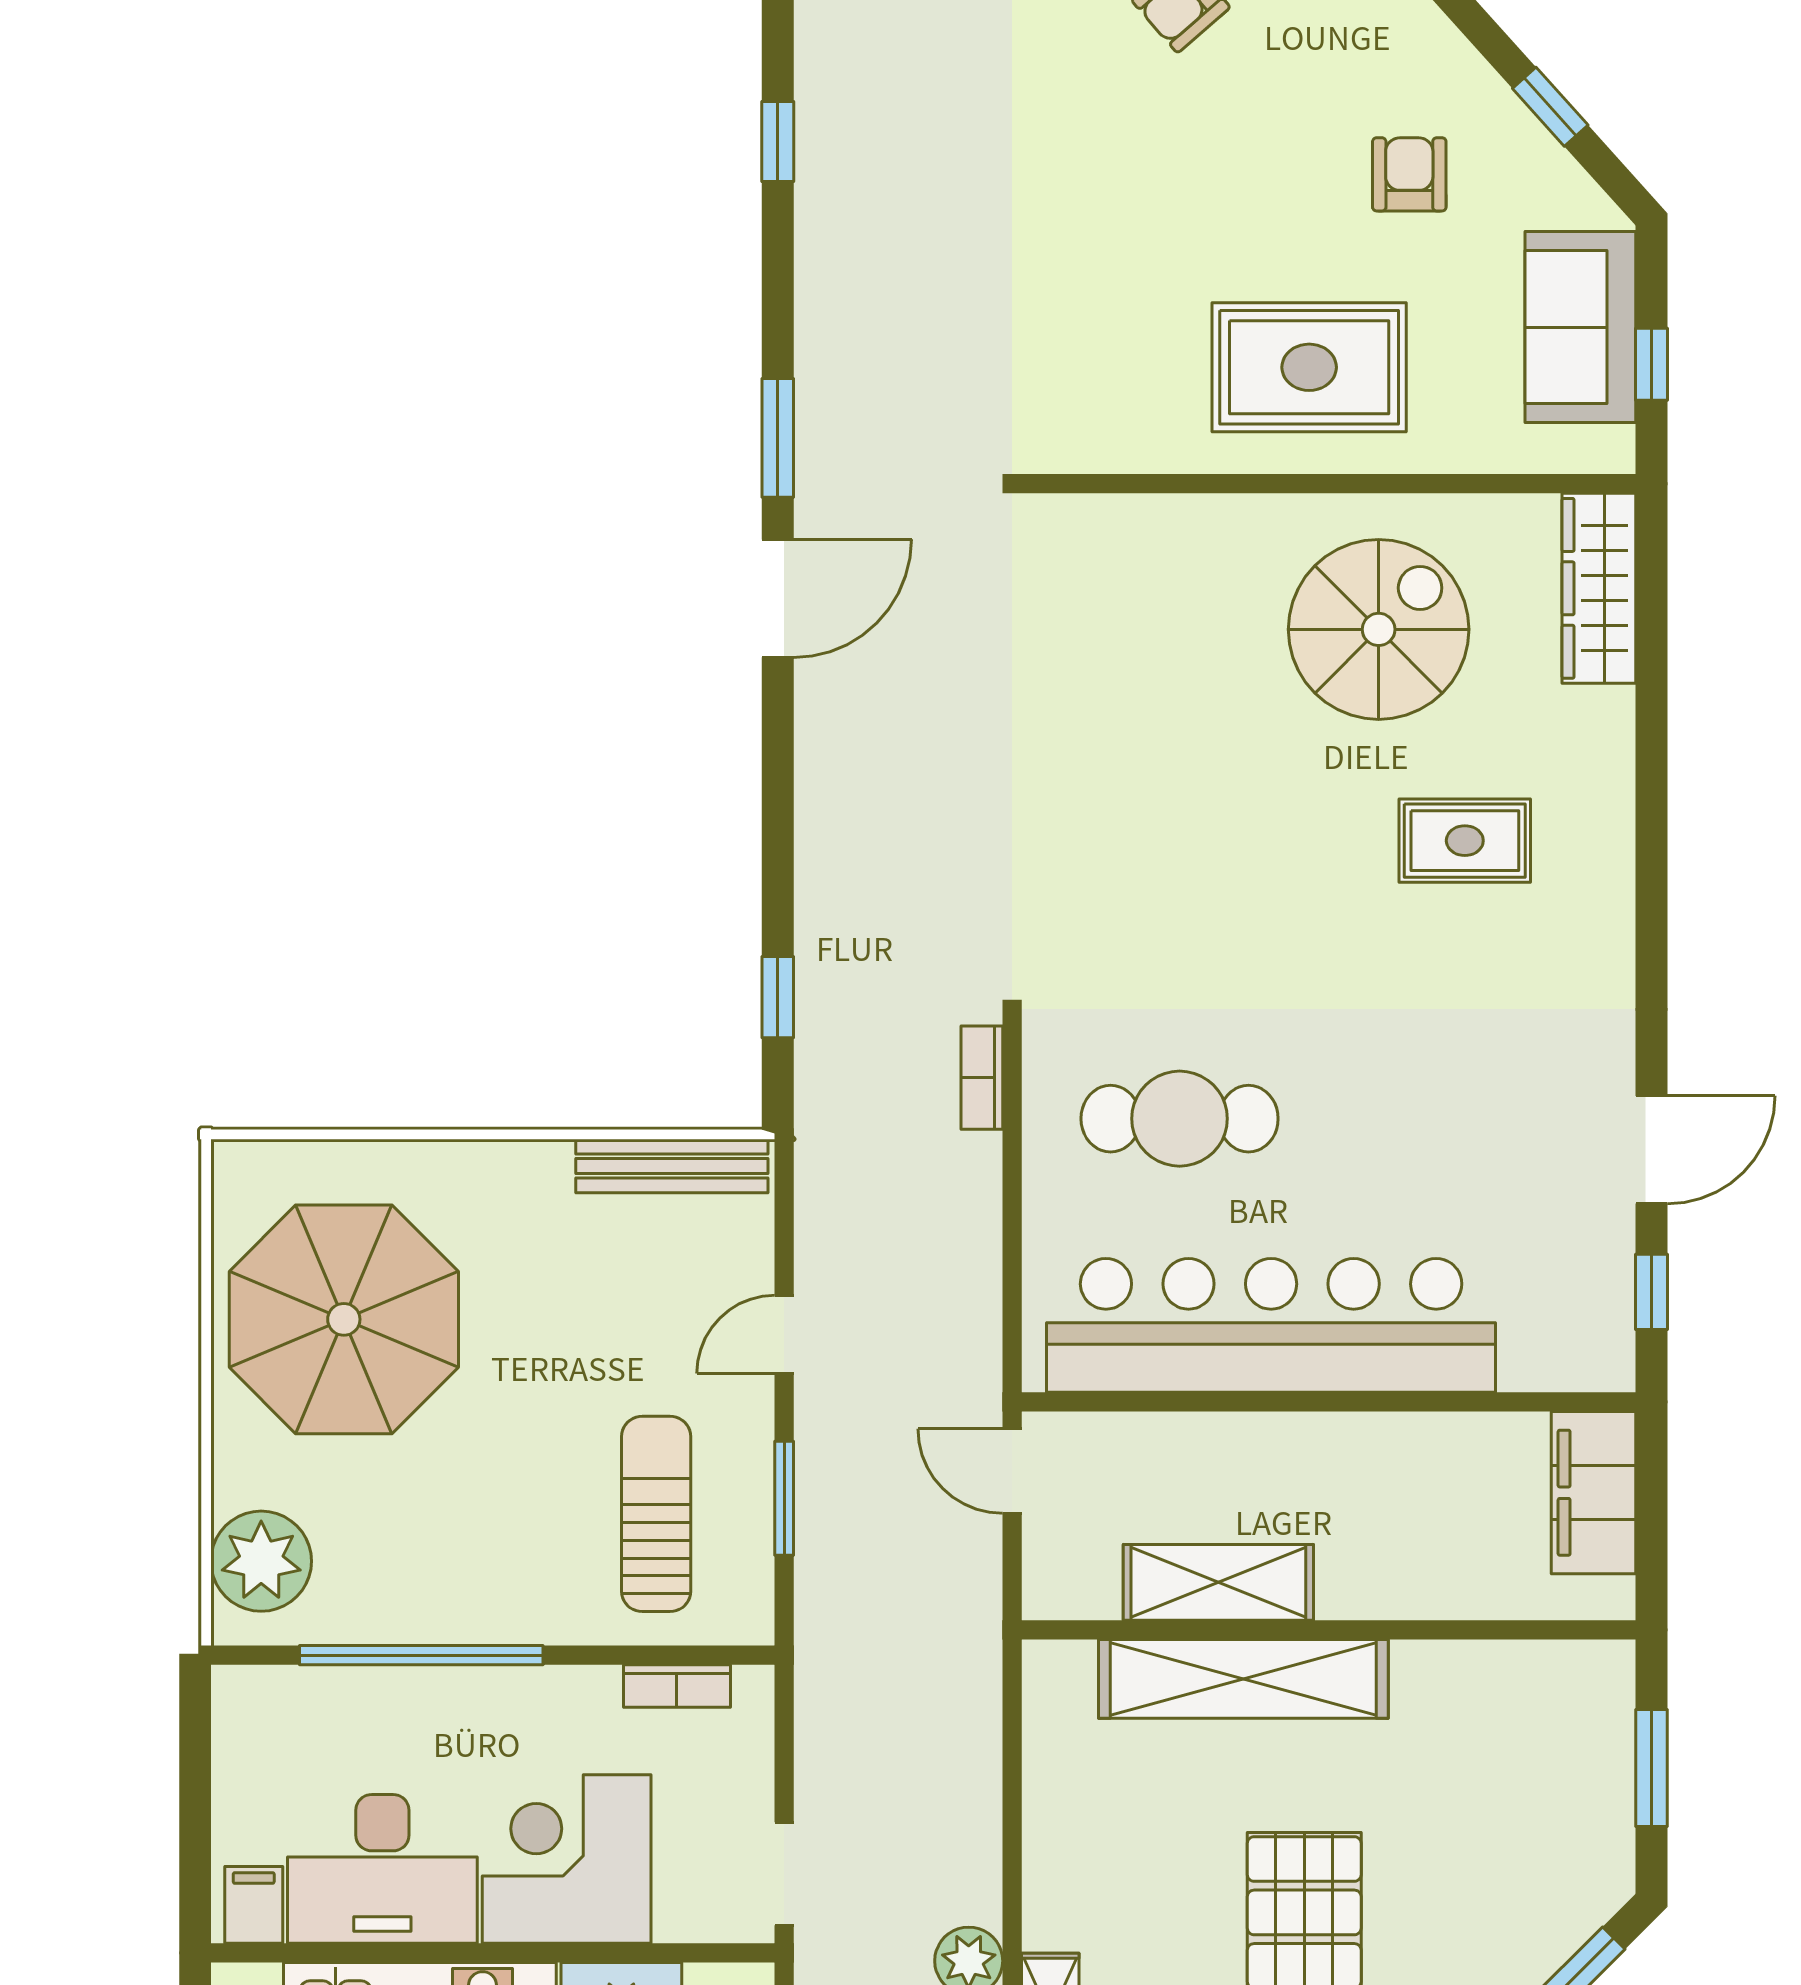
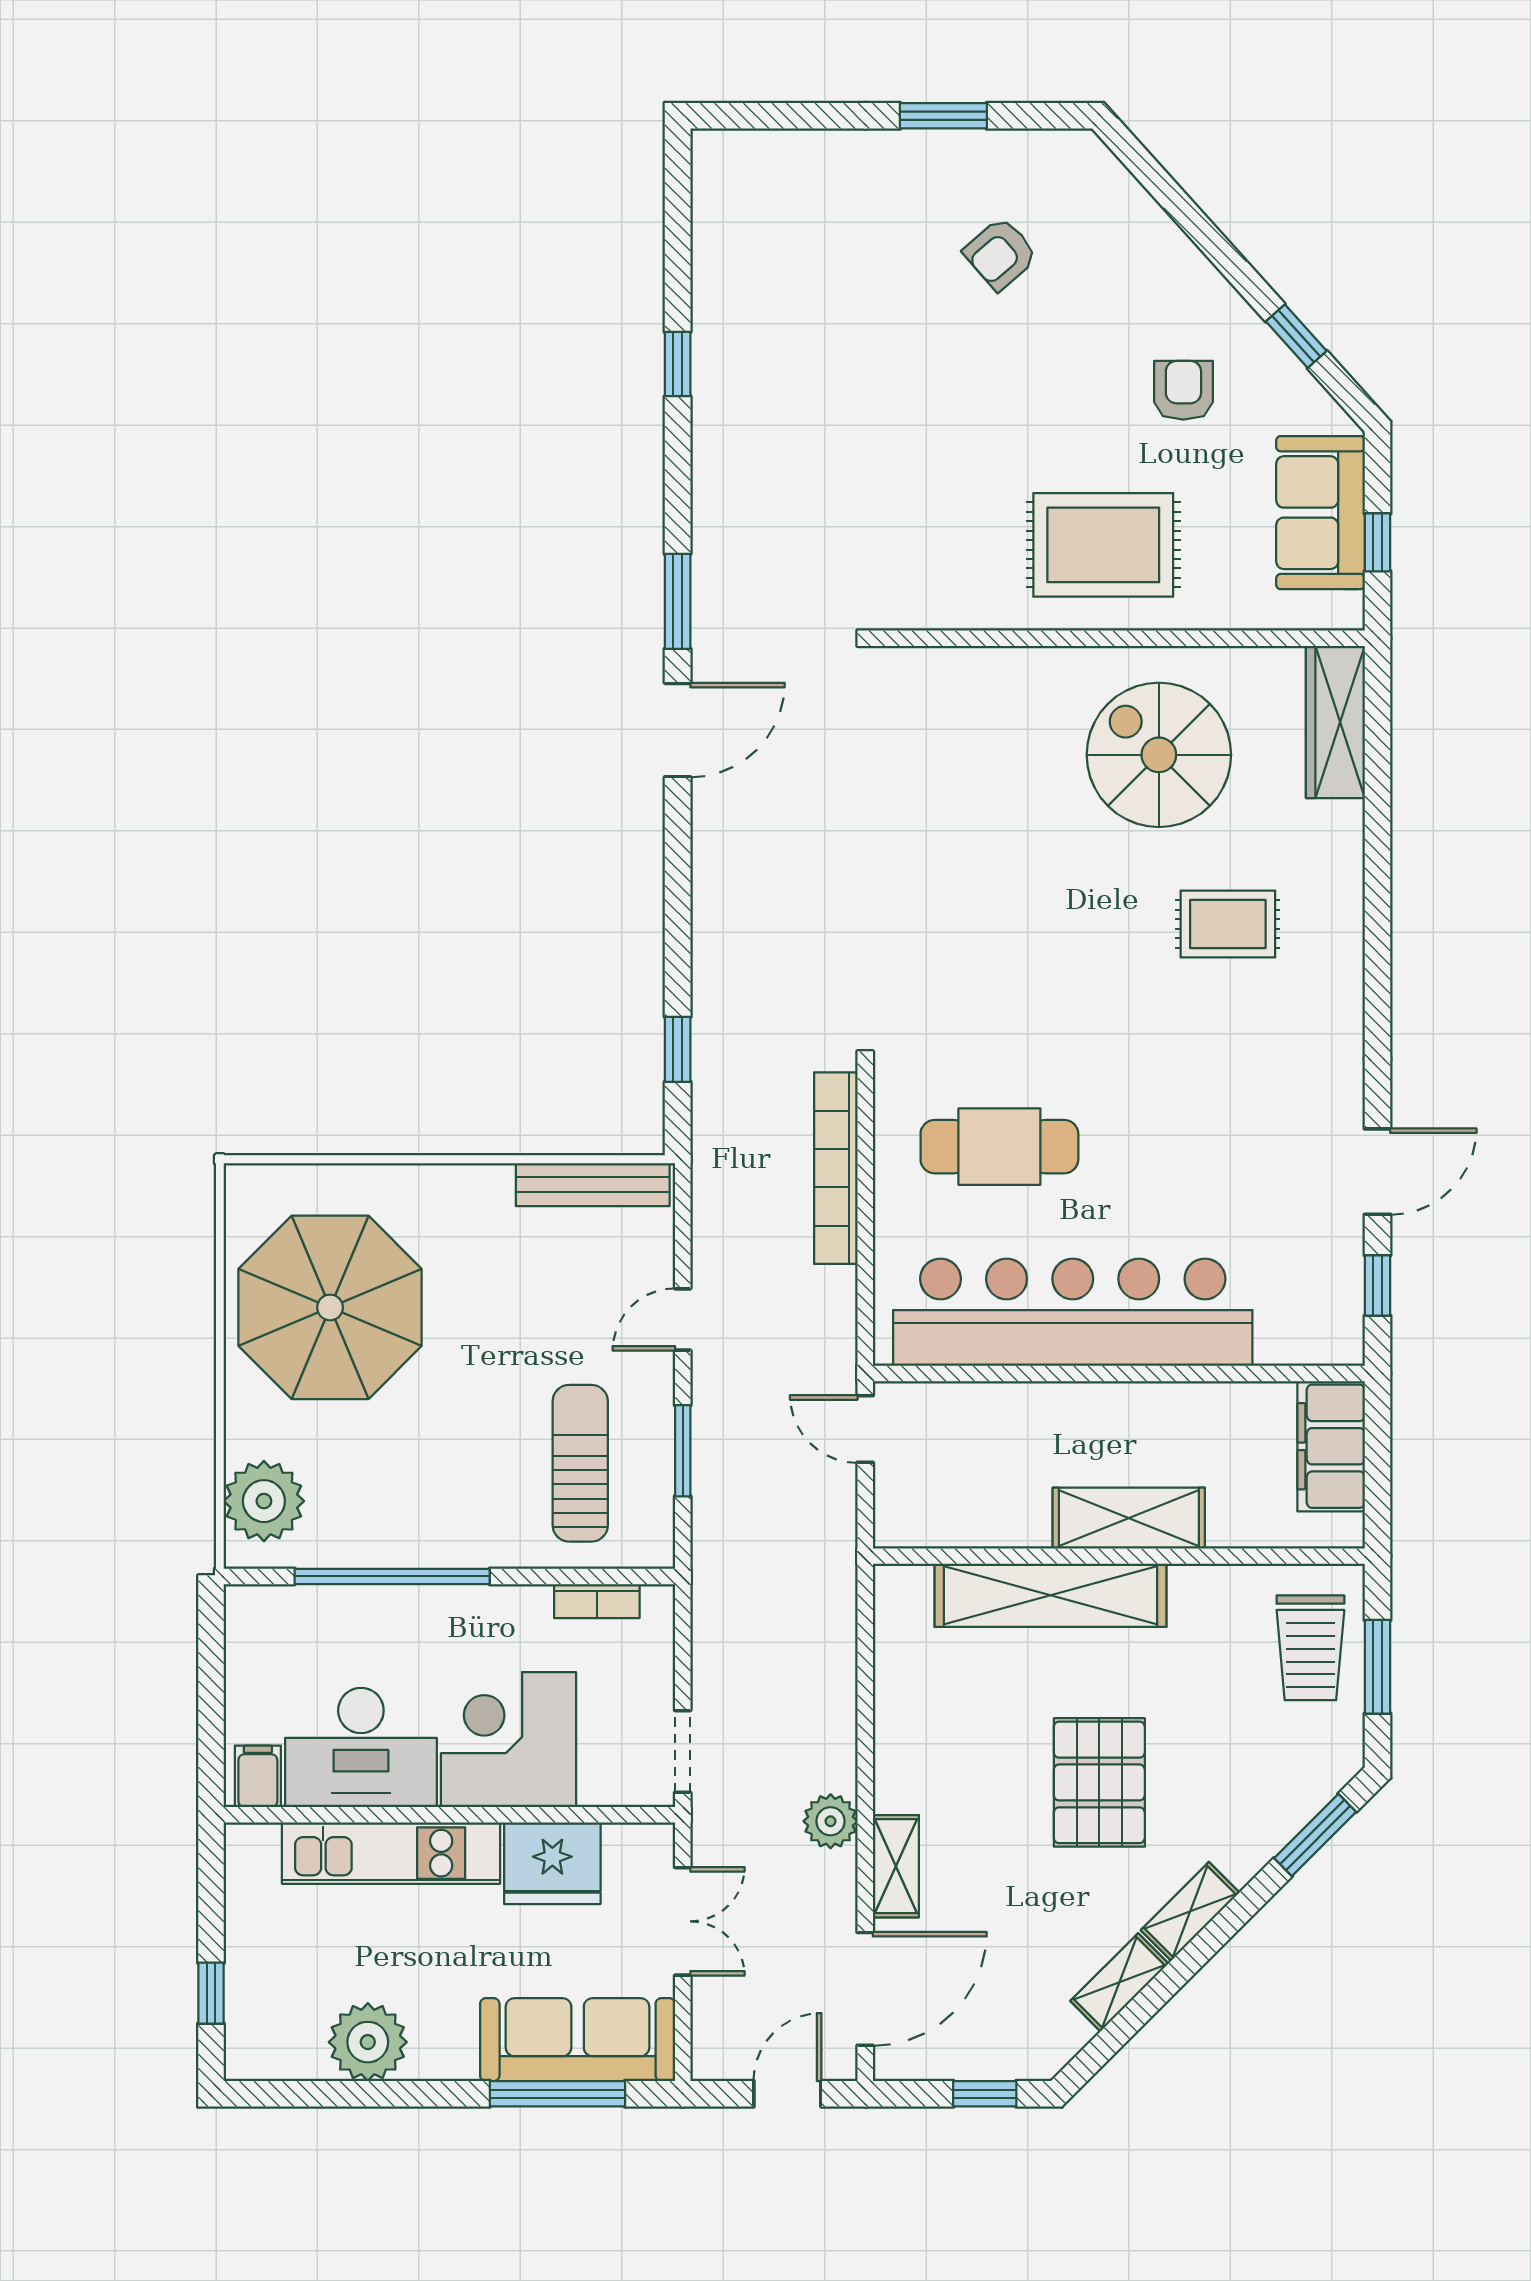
spiral stairs: (1379, 629) -> (1159, 755), turned -90
bookcase: (982, 1078) -> (836, 1168), width x2.31, depth x1.31
shelving: (1218, 1582) -> (1129, 1518), moved
trolley: (1568, 1744) -> (1310, 1648), added

